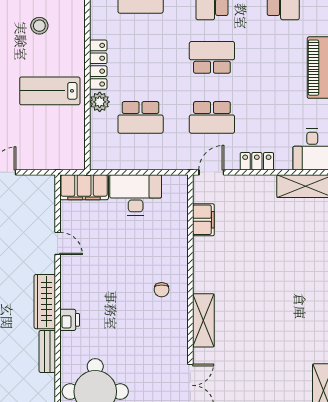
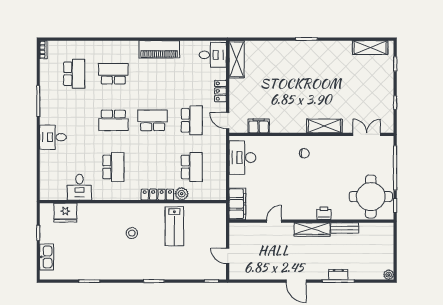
school desk: (212, 57) -> (153, 120), turned 90
desk: (136, 195) -> (242, 158), moved

